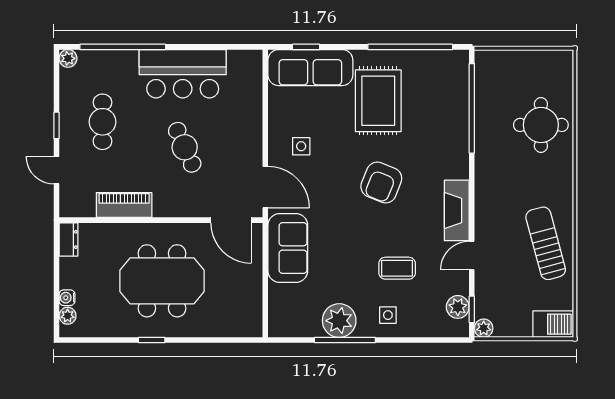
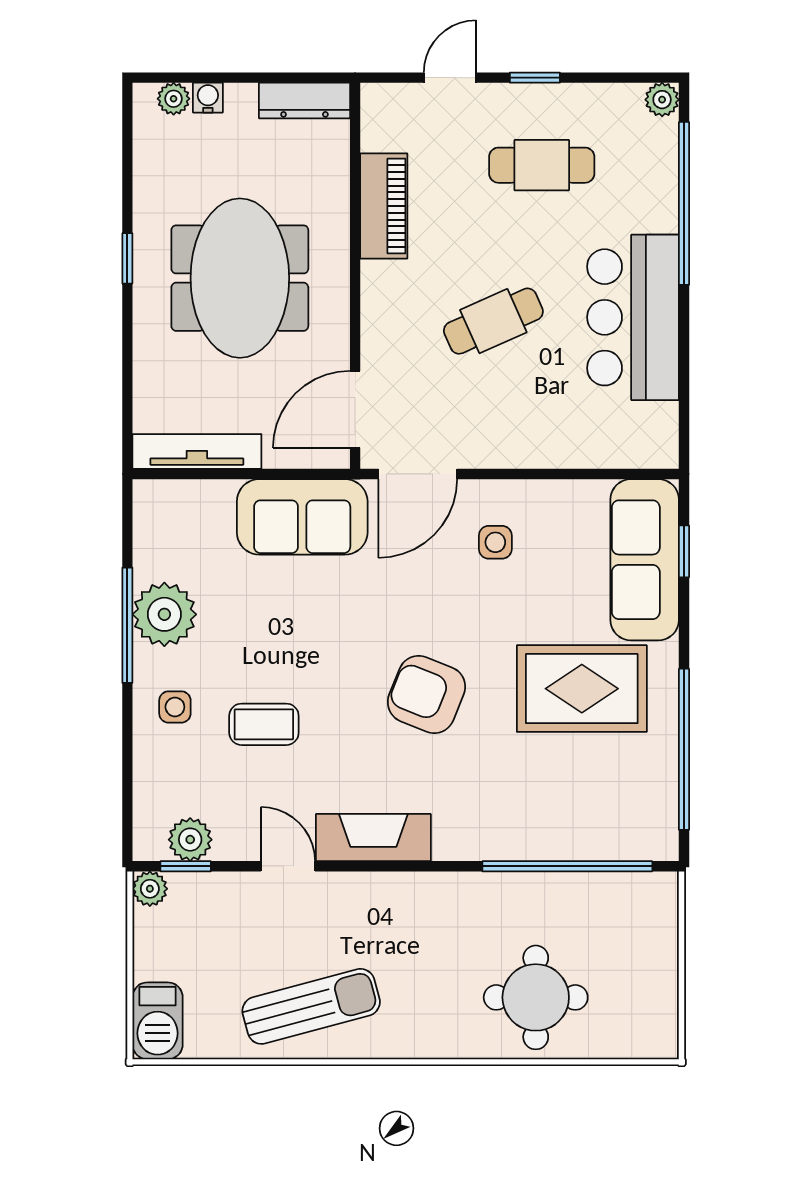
dresser: (68, 239) -> (304, 101), width x1.44
coffee table: (397, 268) -> (264, 724), turned 90
tv unit: (253, 303) -> (197, 452), added

